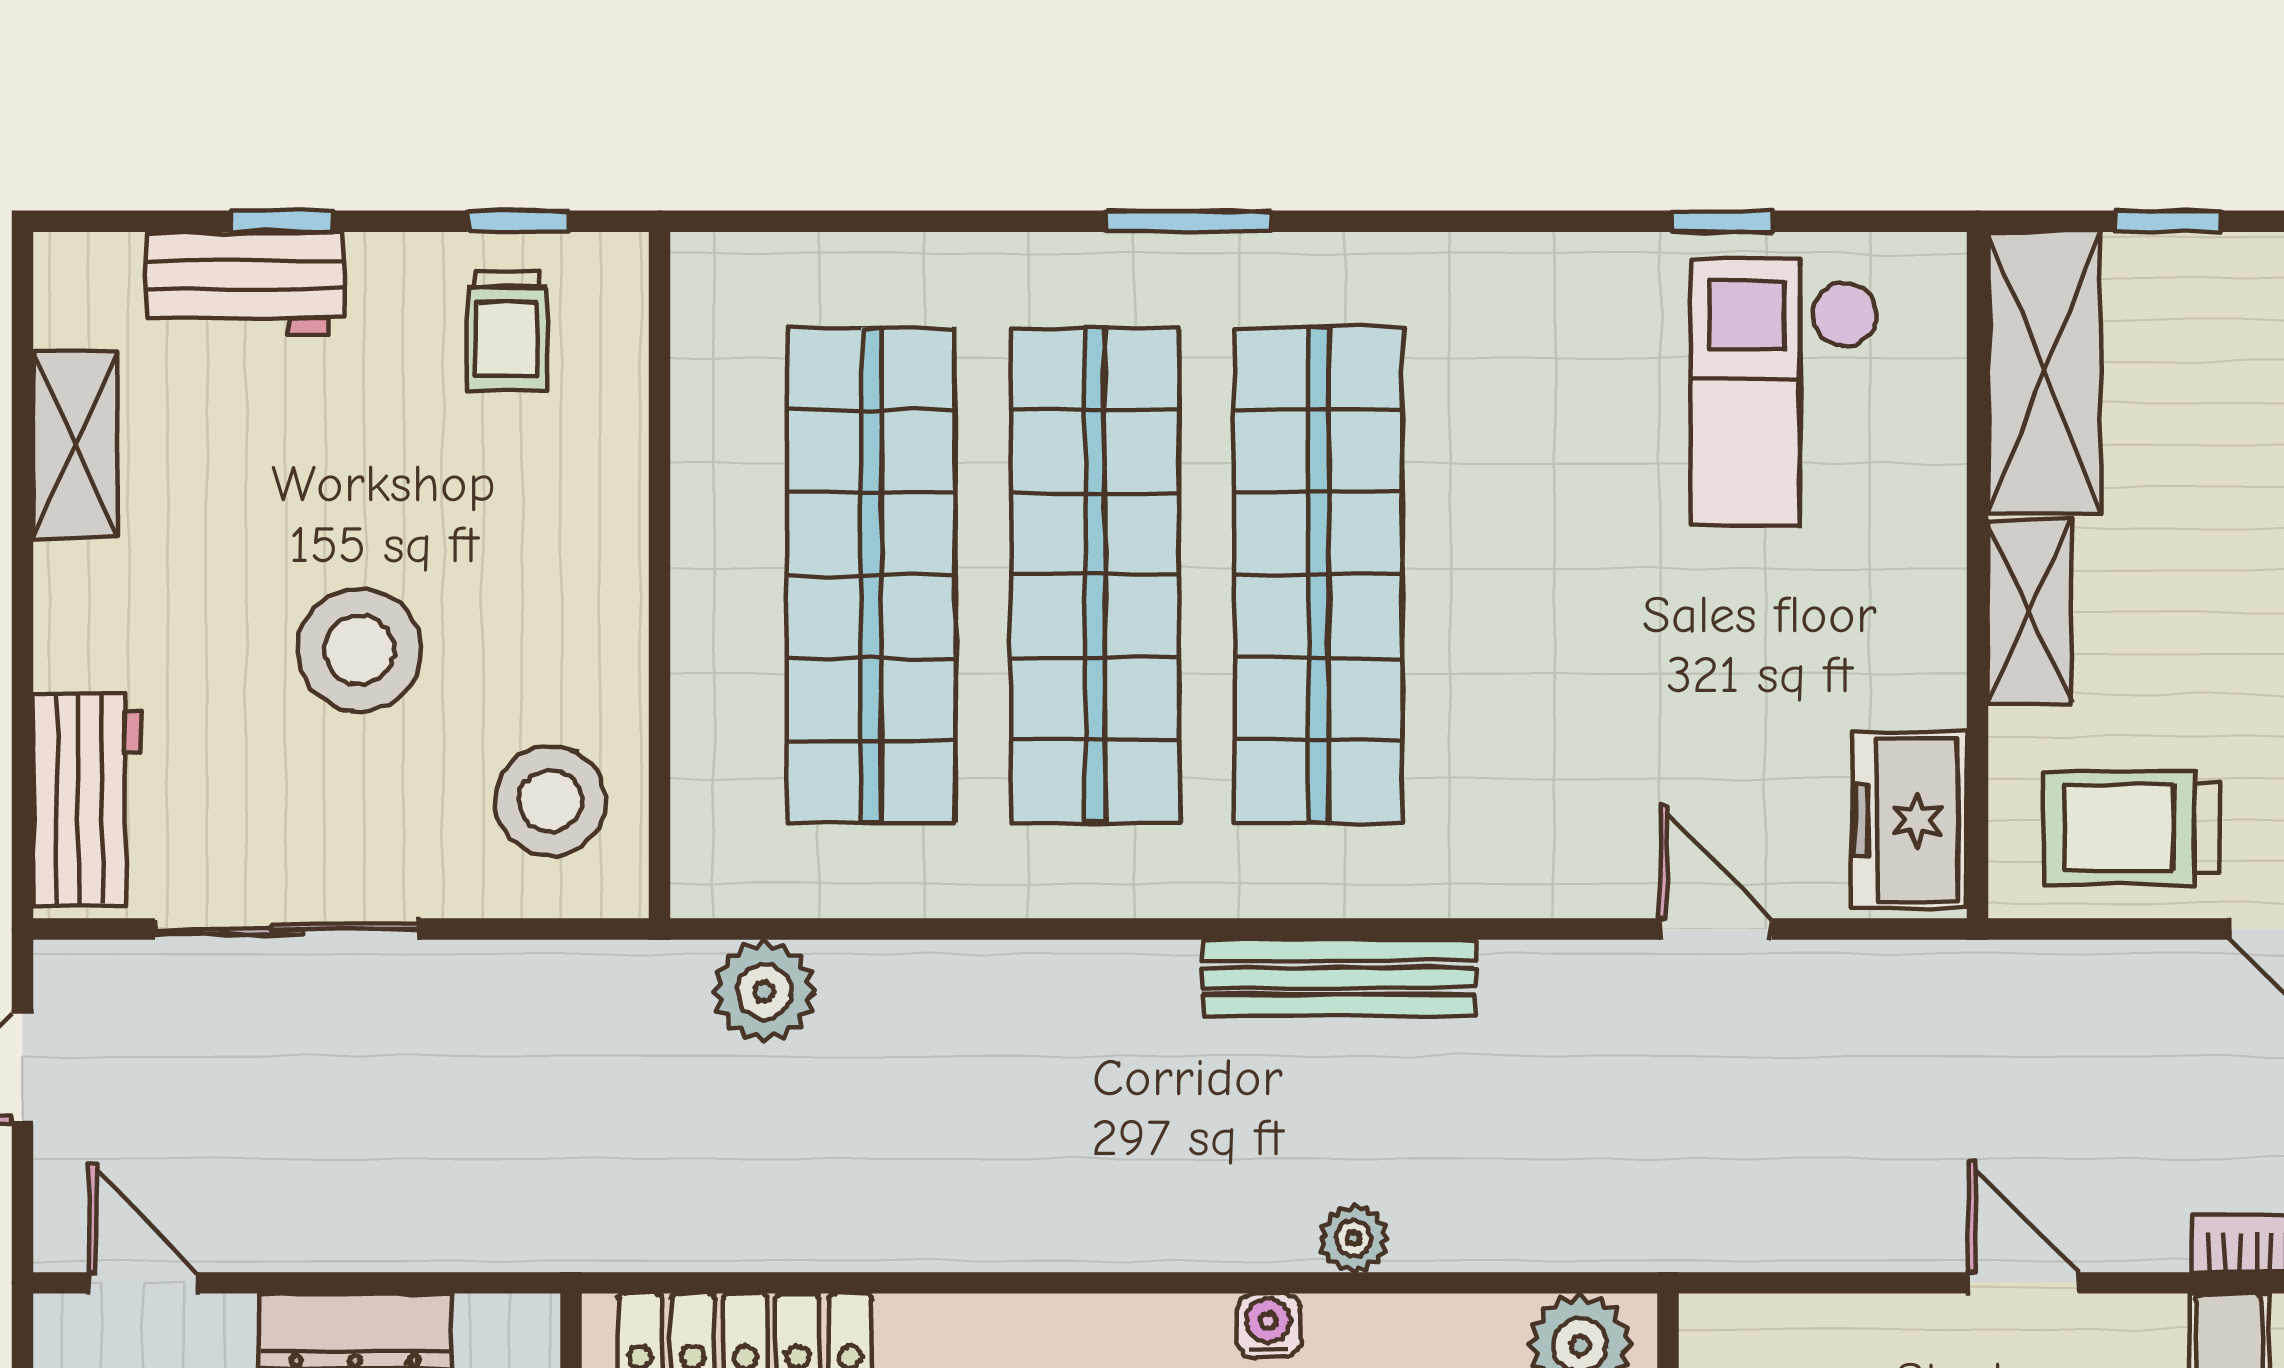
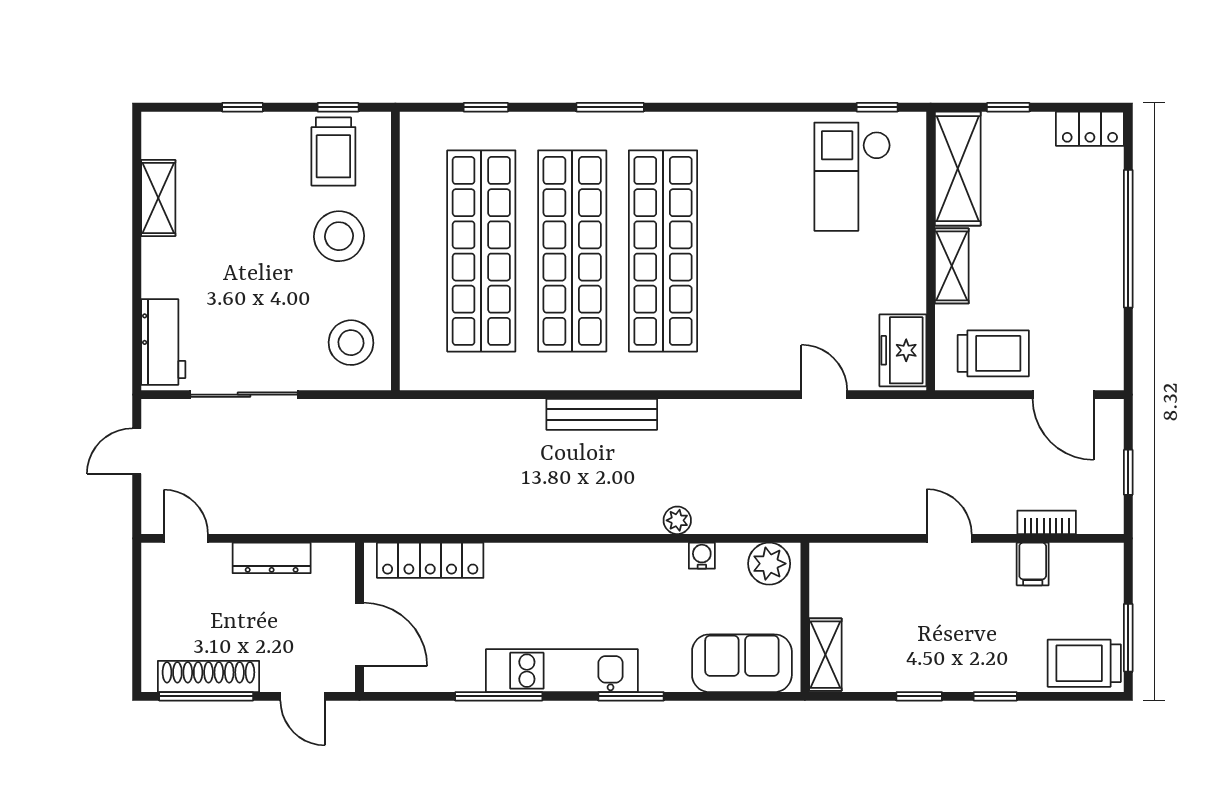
window: (882, 221) -> (486, 107), added
window: (1721, 221) -> (877, 107), moved
workbench: (245, 283) -> (227, 132), removed
trolley: (507, 330) -> (333, 152), width x1.36, depth x1.39
stool: (359, 650) -> (339, 236), moved
trolley: (2132, 828) -> (993, 353), turned 180
bench: (1339, 978) -> (602, 414), moved
plant: (764, 991) -> (438, 420), removed
water cooler: (1268, 1326) -> (702, 556), moved

